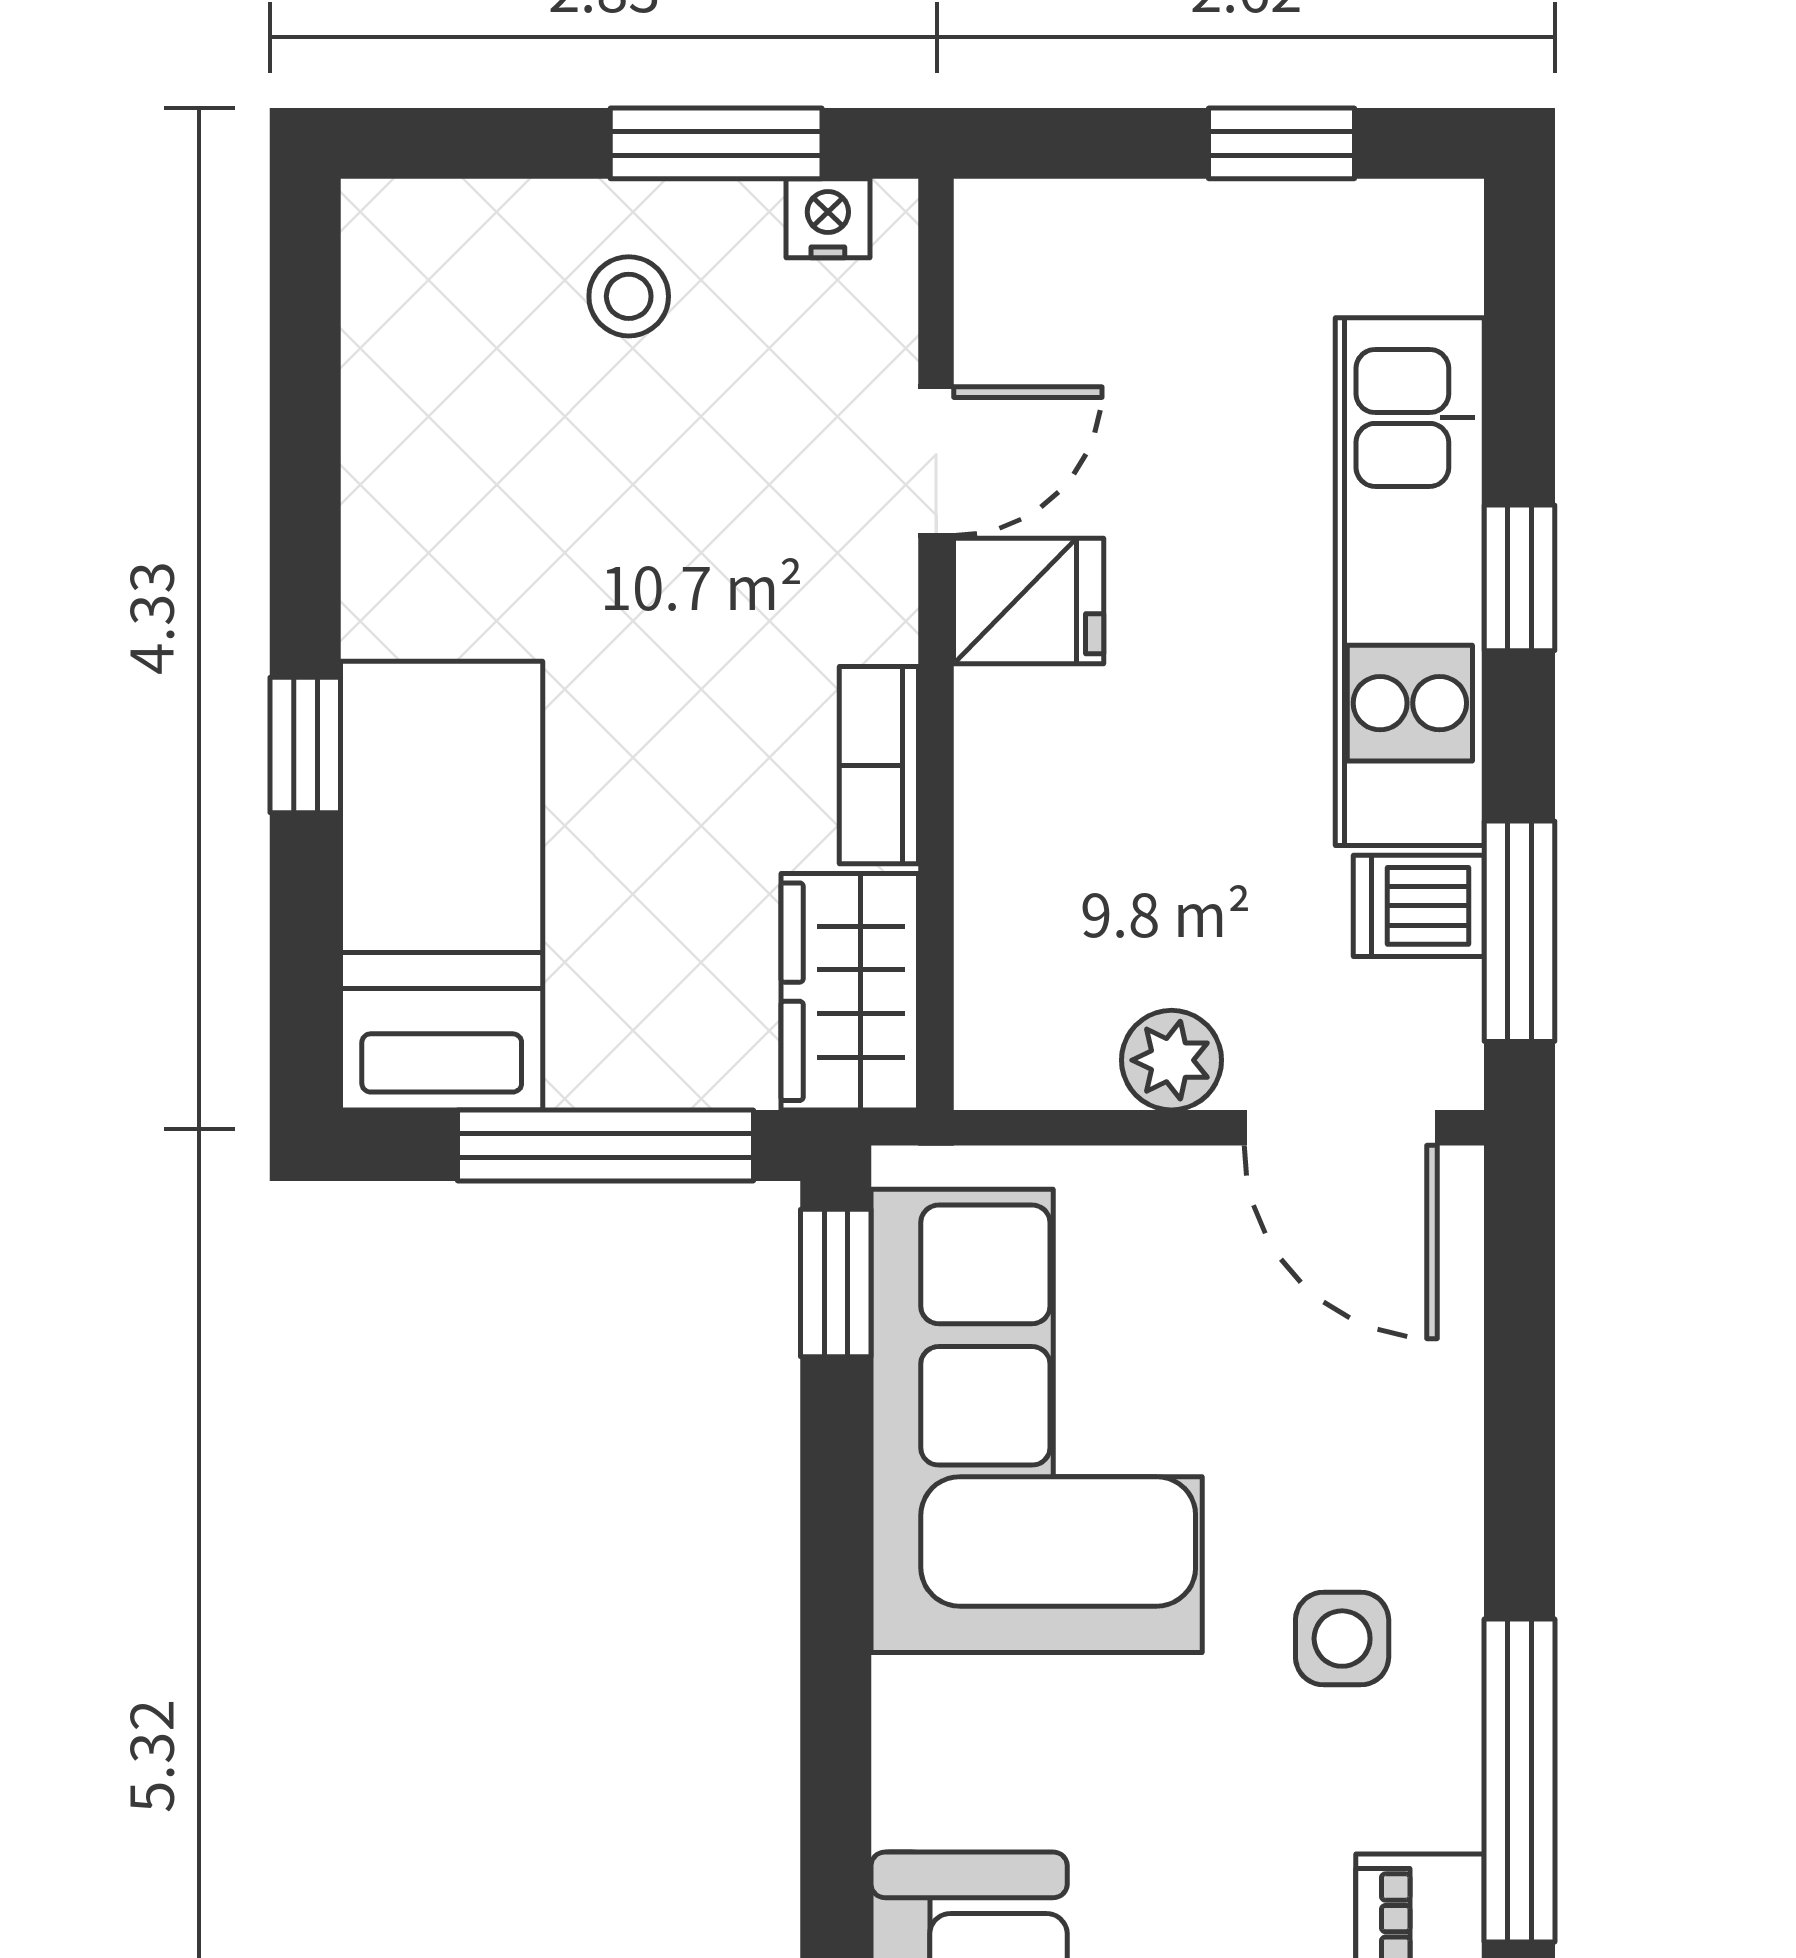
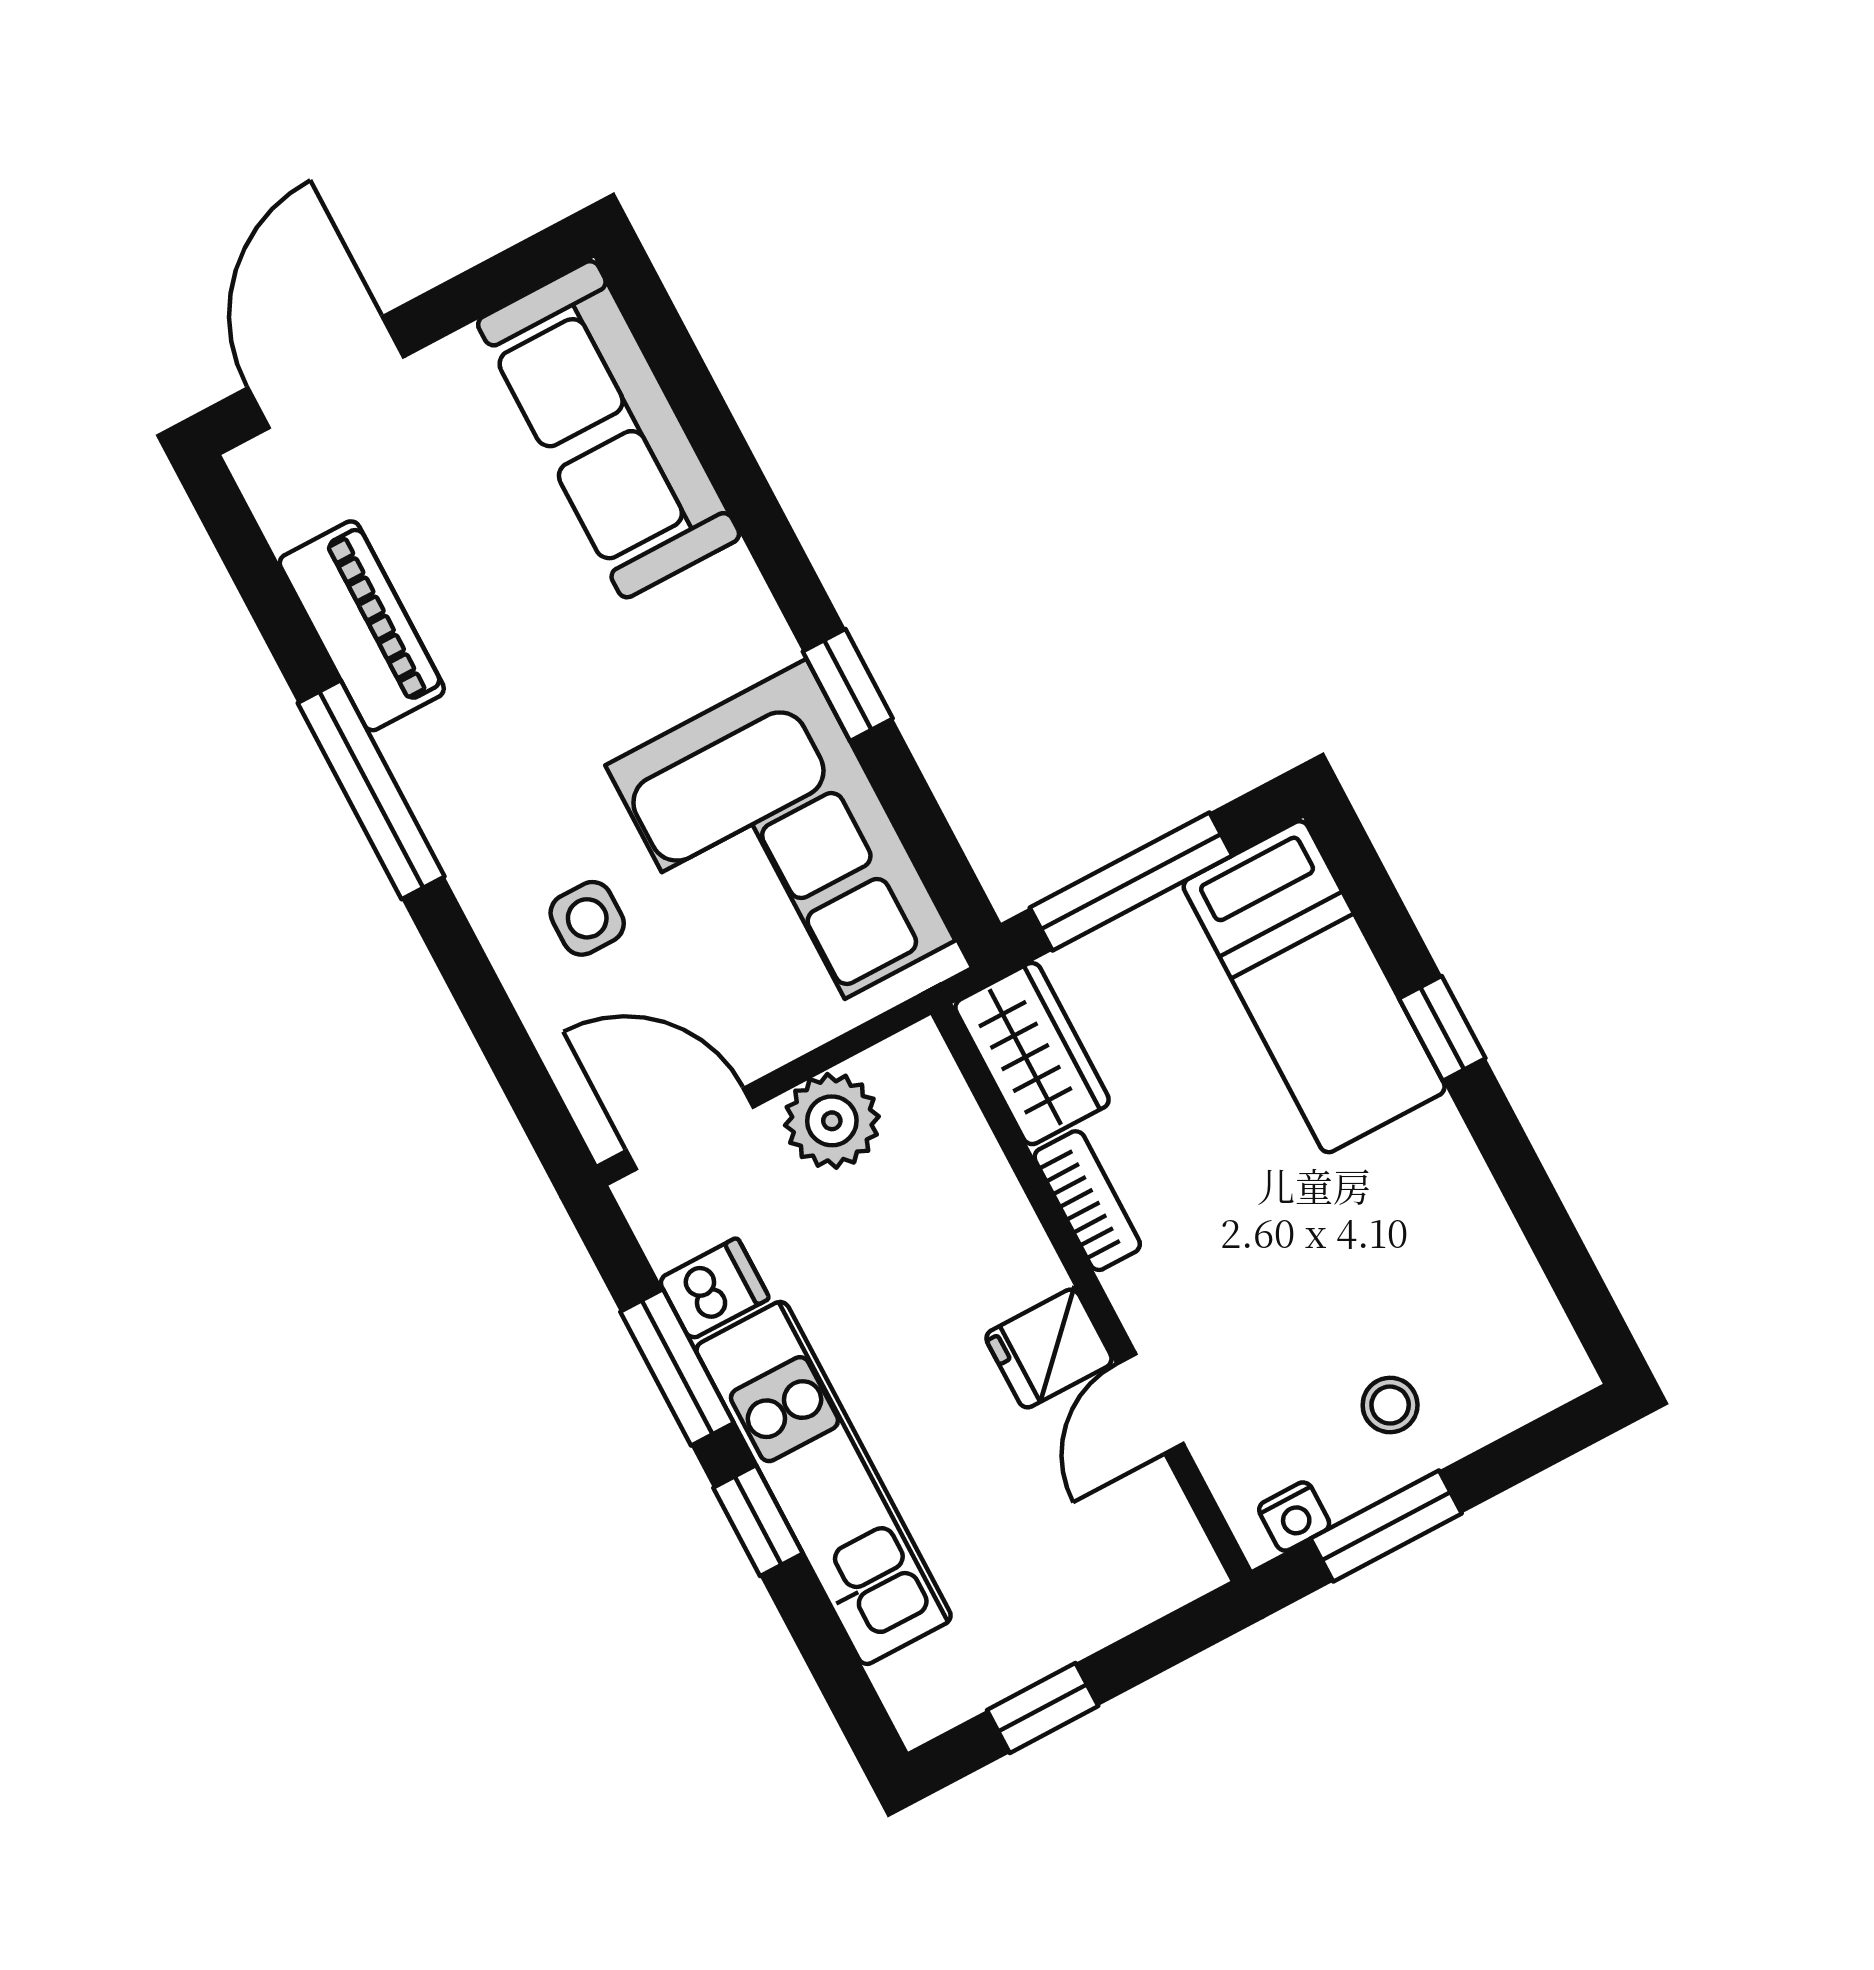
window: (1520, 931) -> (677, 1367), moved
plant: (1172, 1060) -> (832, 1121), width x1.38, depth x1.38
window: (836, 1283) -> (848, 685), moved
side table: (1342, 1639) -> (587, 918), moved

